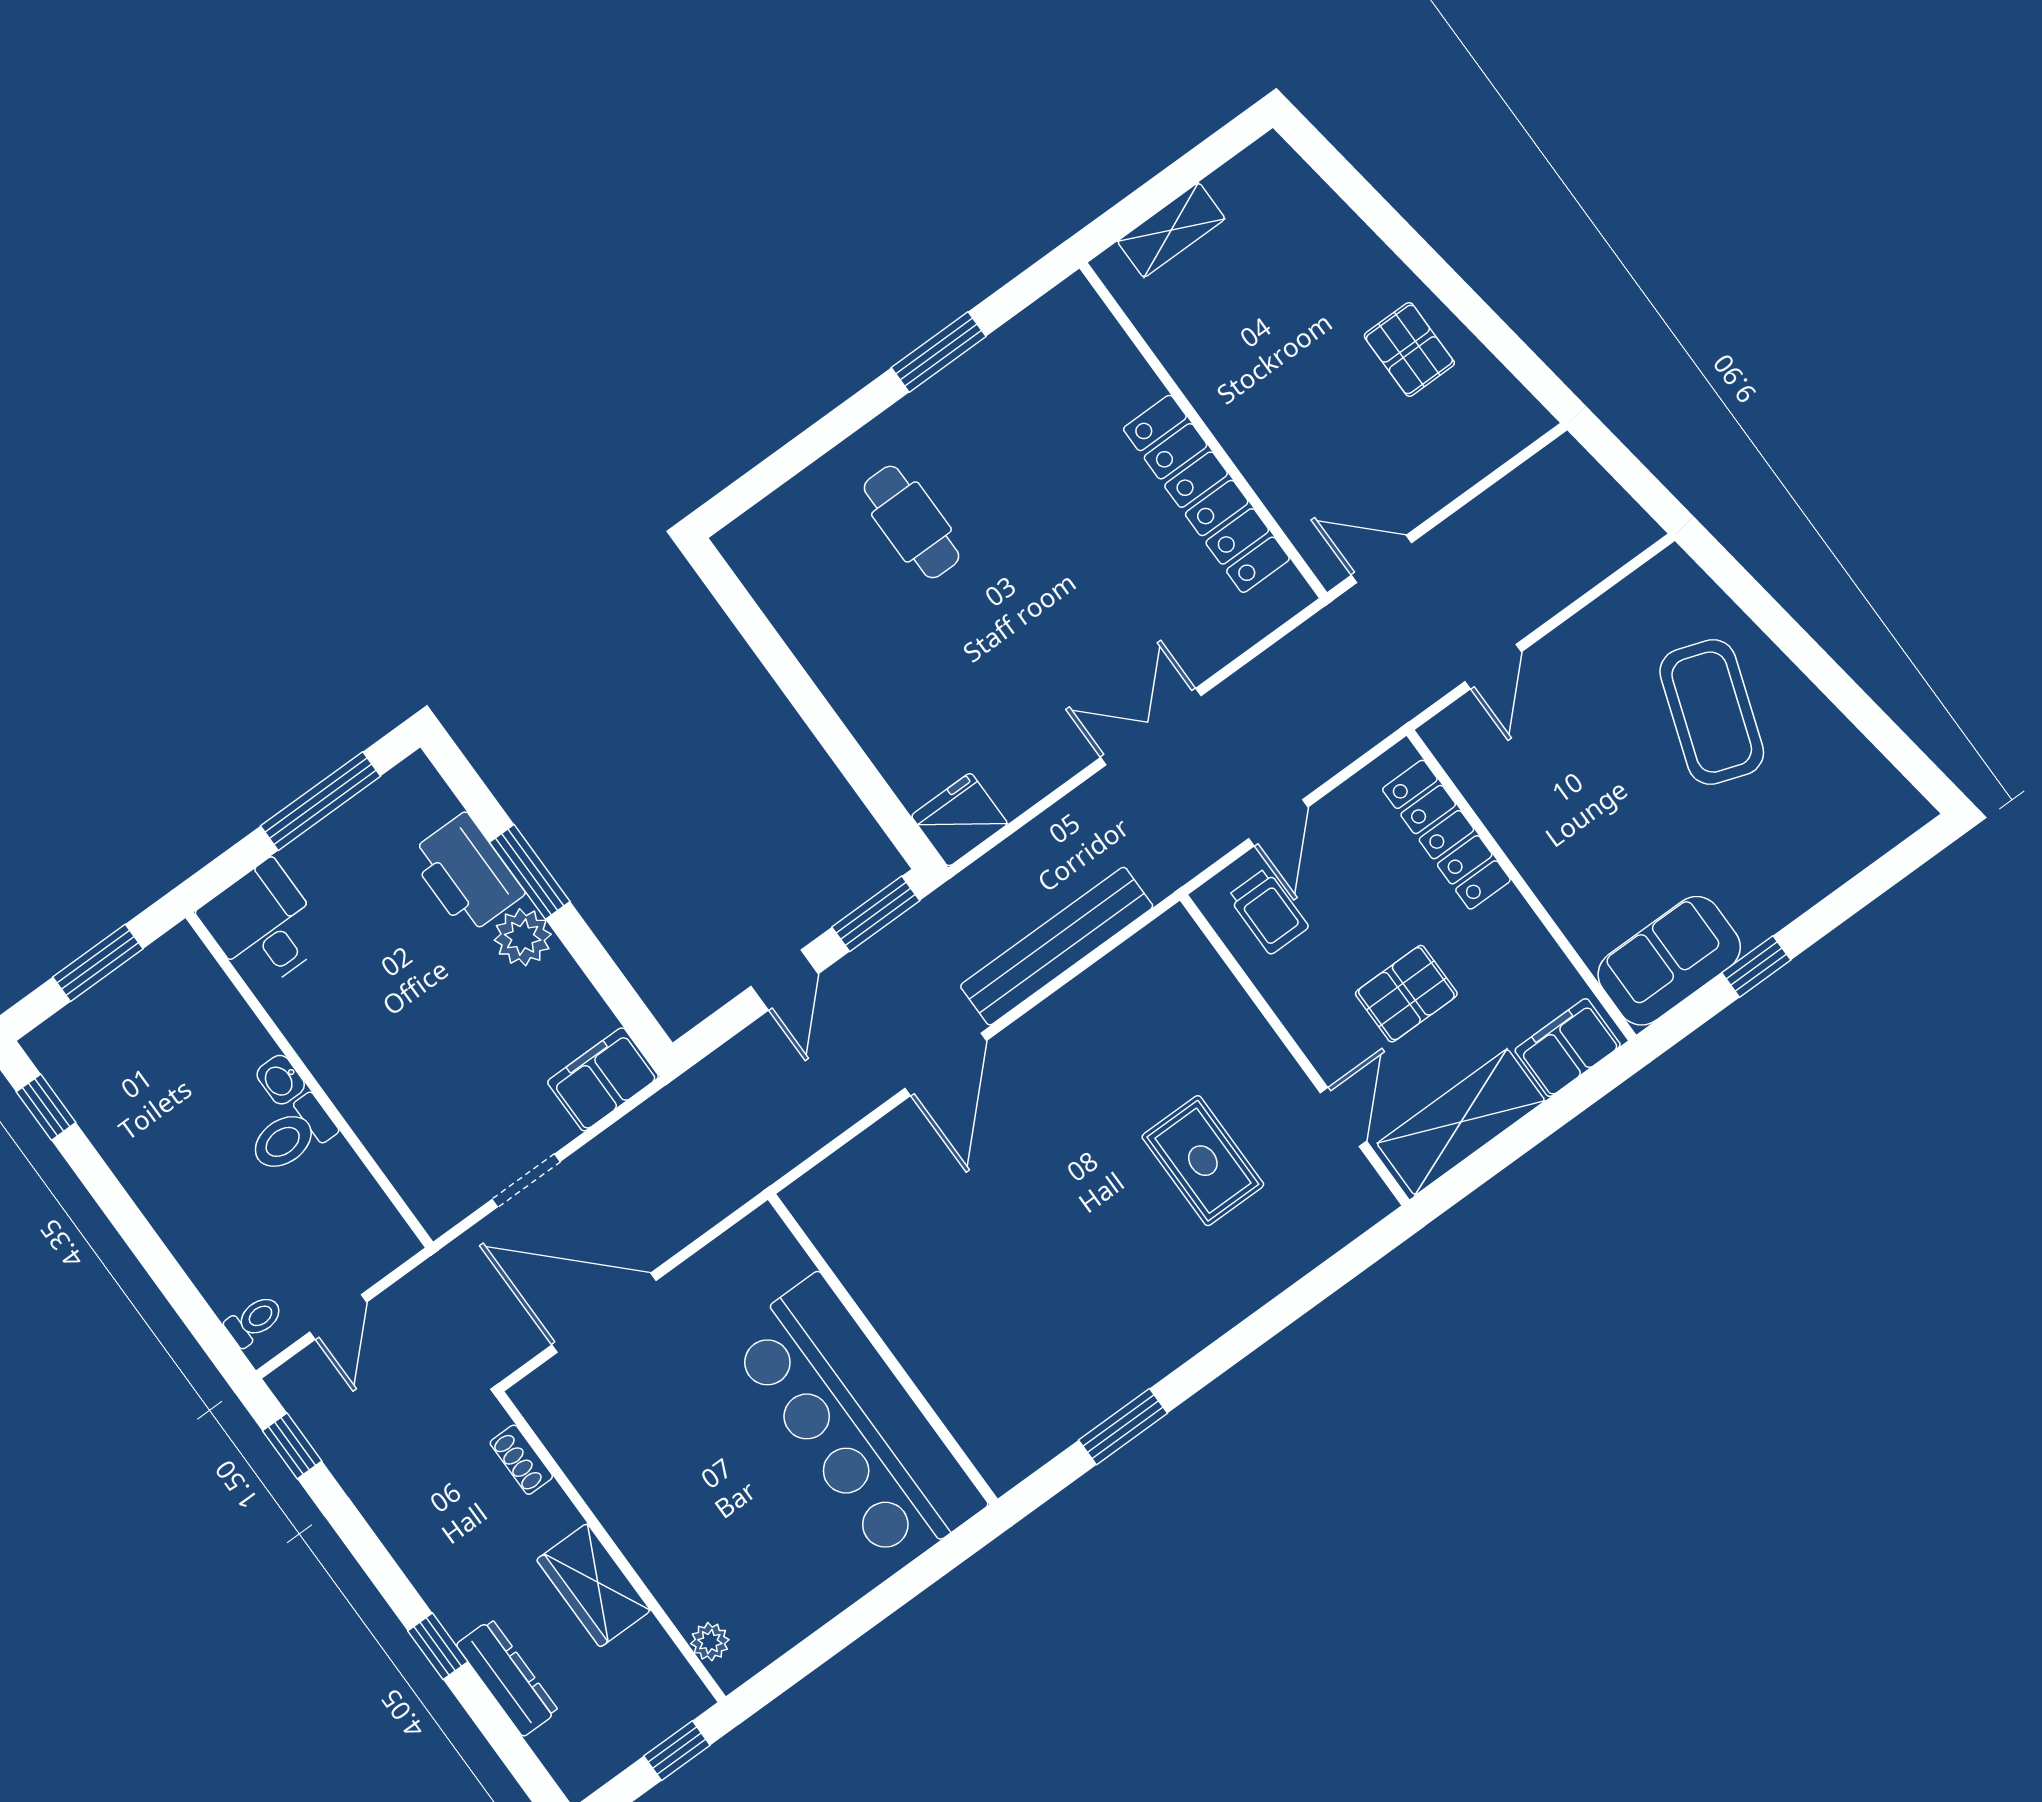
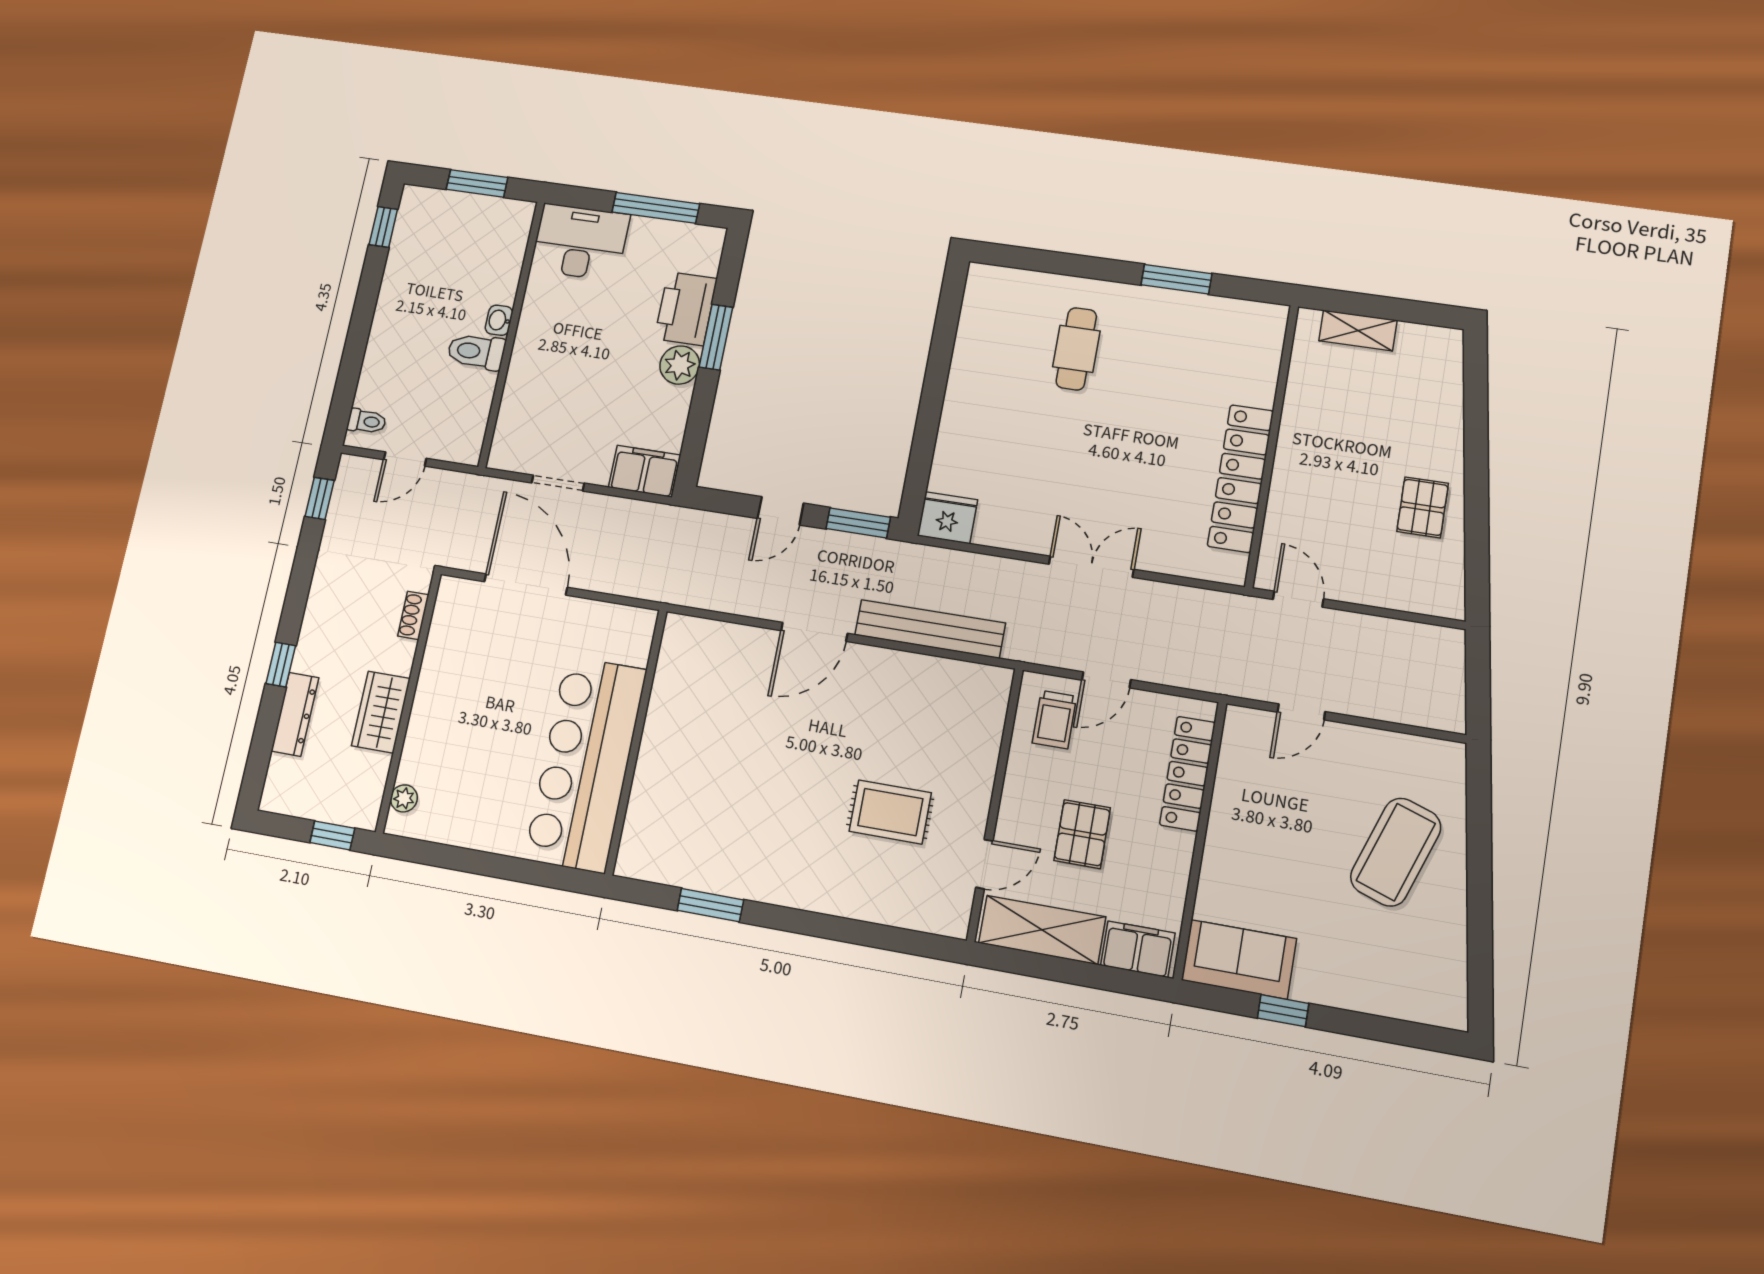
desk: (264, 926) -> (580, 242), width x1.37
pallet: (1406, 994) -> (1082, 834), turned 90
rug: (1203, 1161) -> (890, 812), turned 90

